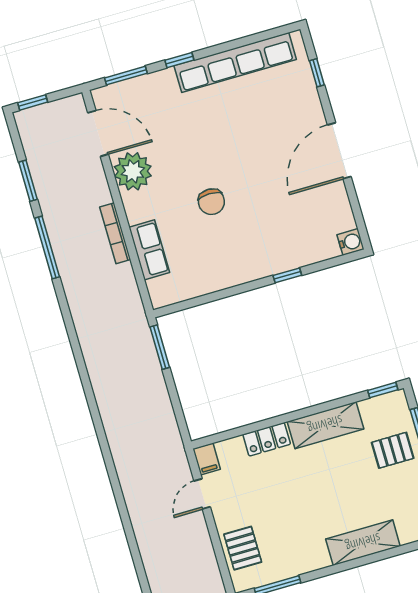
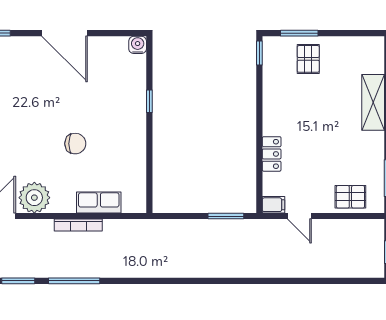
window: (160, 347) -> (226, 216), moved
shelving: (325, 425) -> (274, 105), removed

